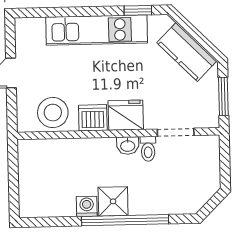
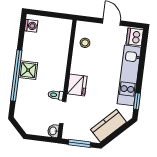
stool: (53, 113) -> (85, 43), width x0.53, depth x0.53
dishwasher: (93, 118) -> (135, 37), moved, turned 180
washbasin: (128, 146) -> (53, 131), moved
washing machine: (87, 206) -> (31, 26), moved

